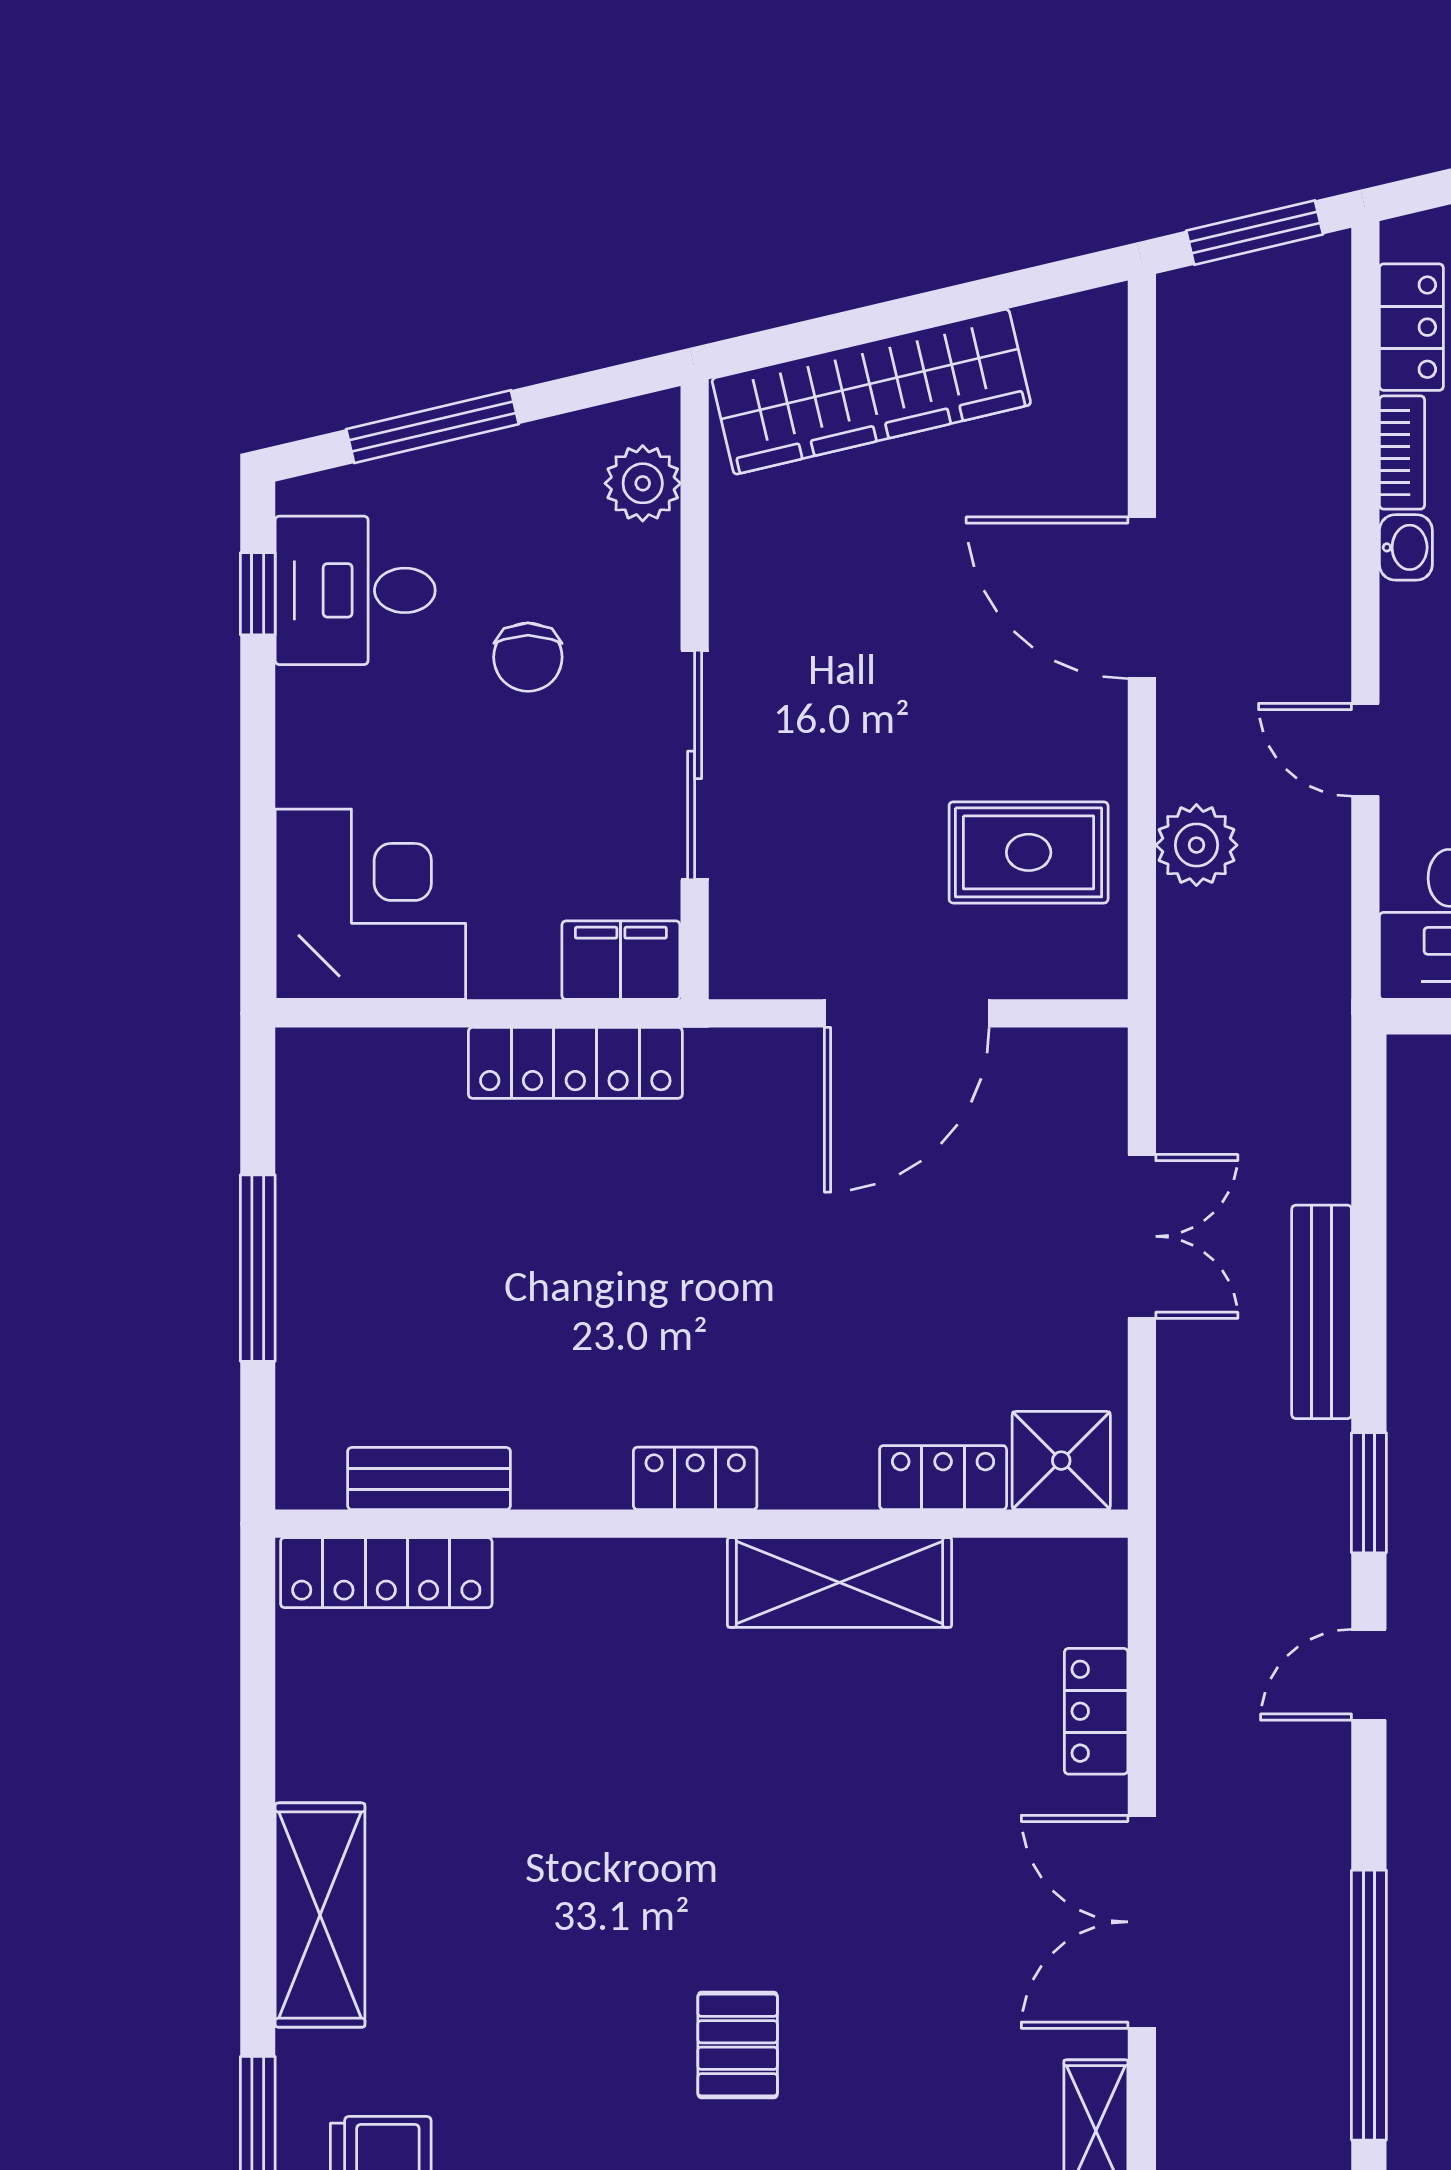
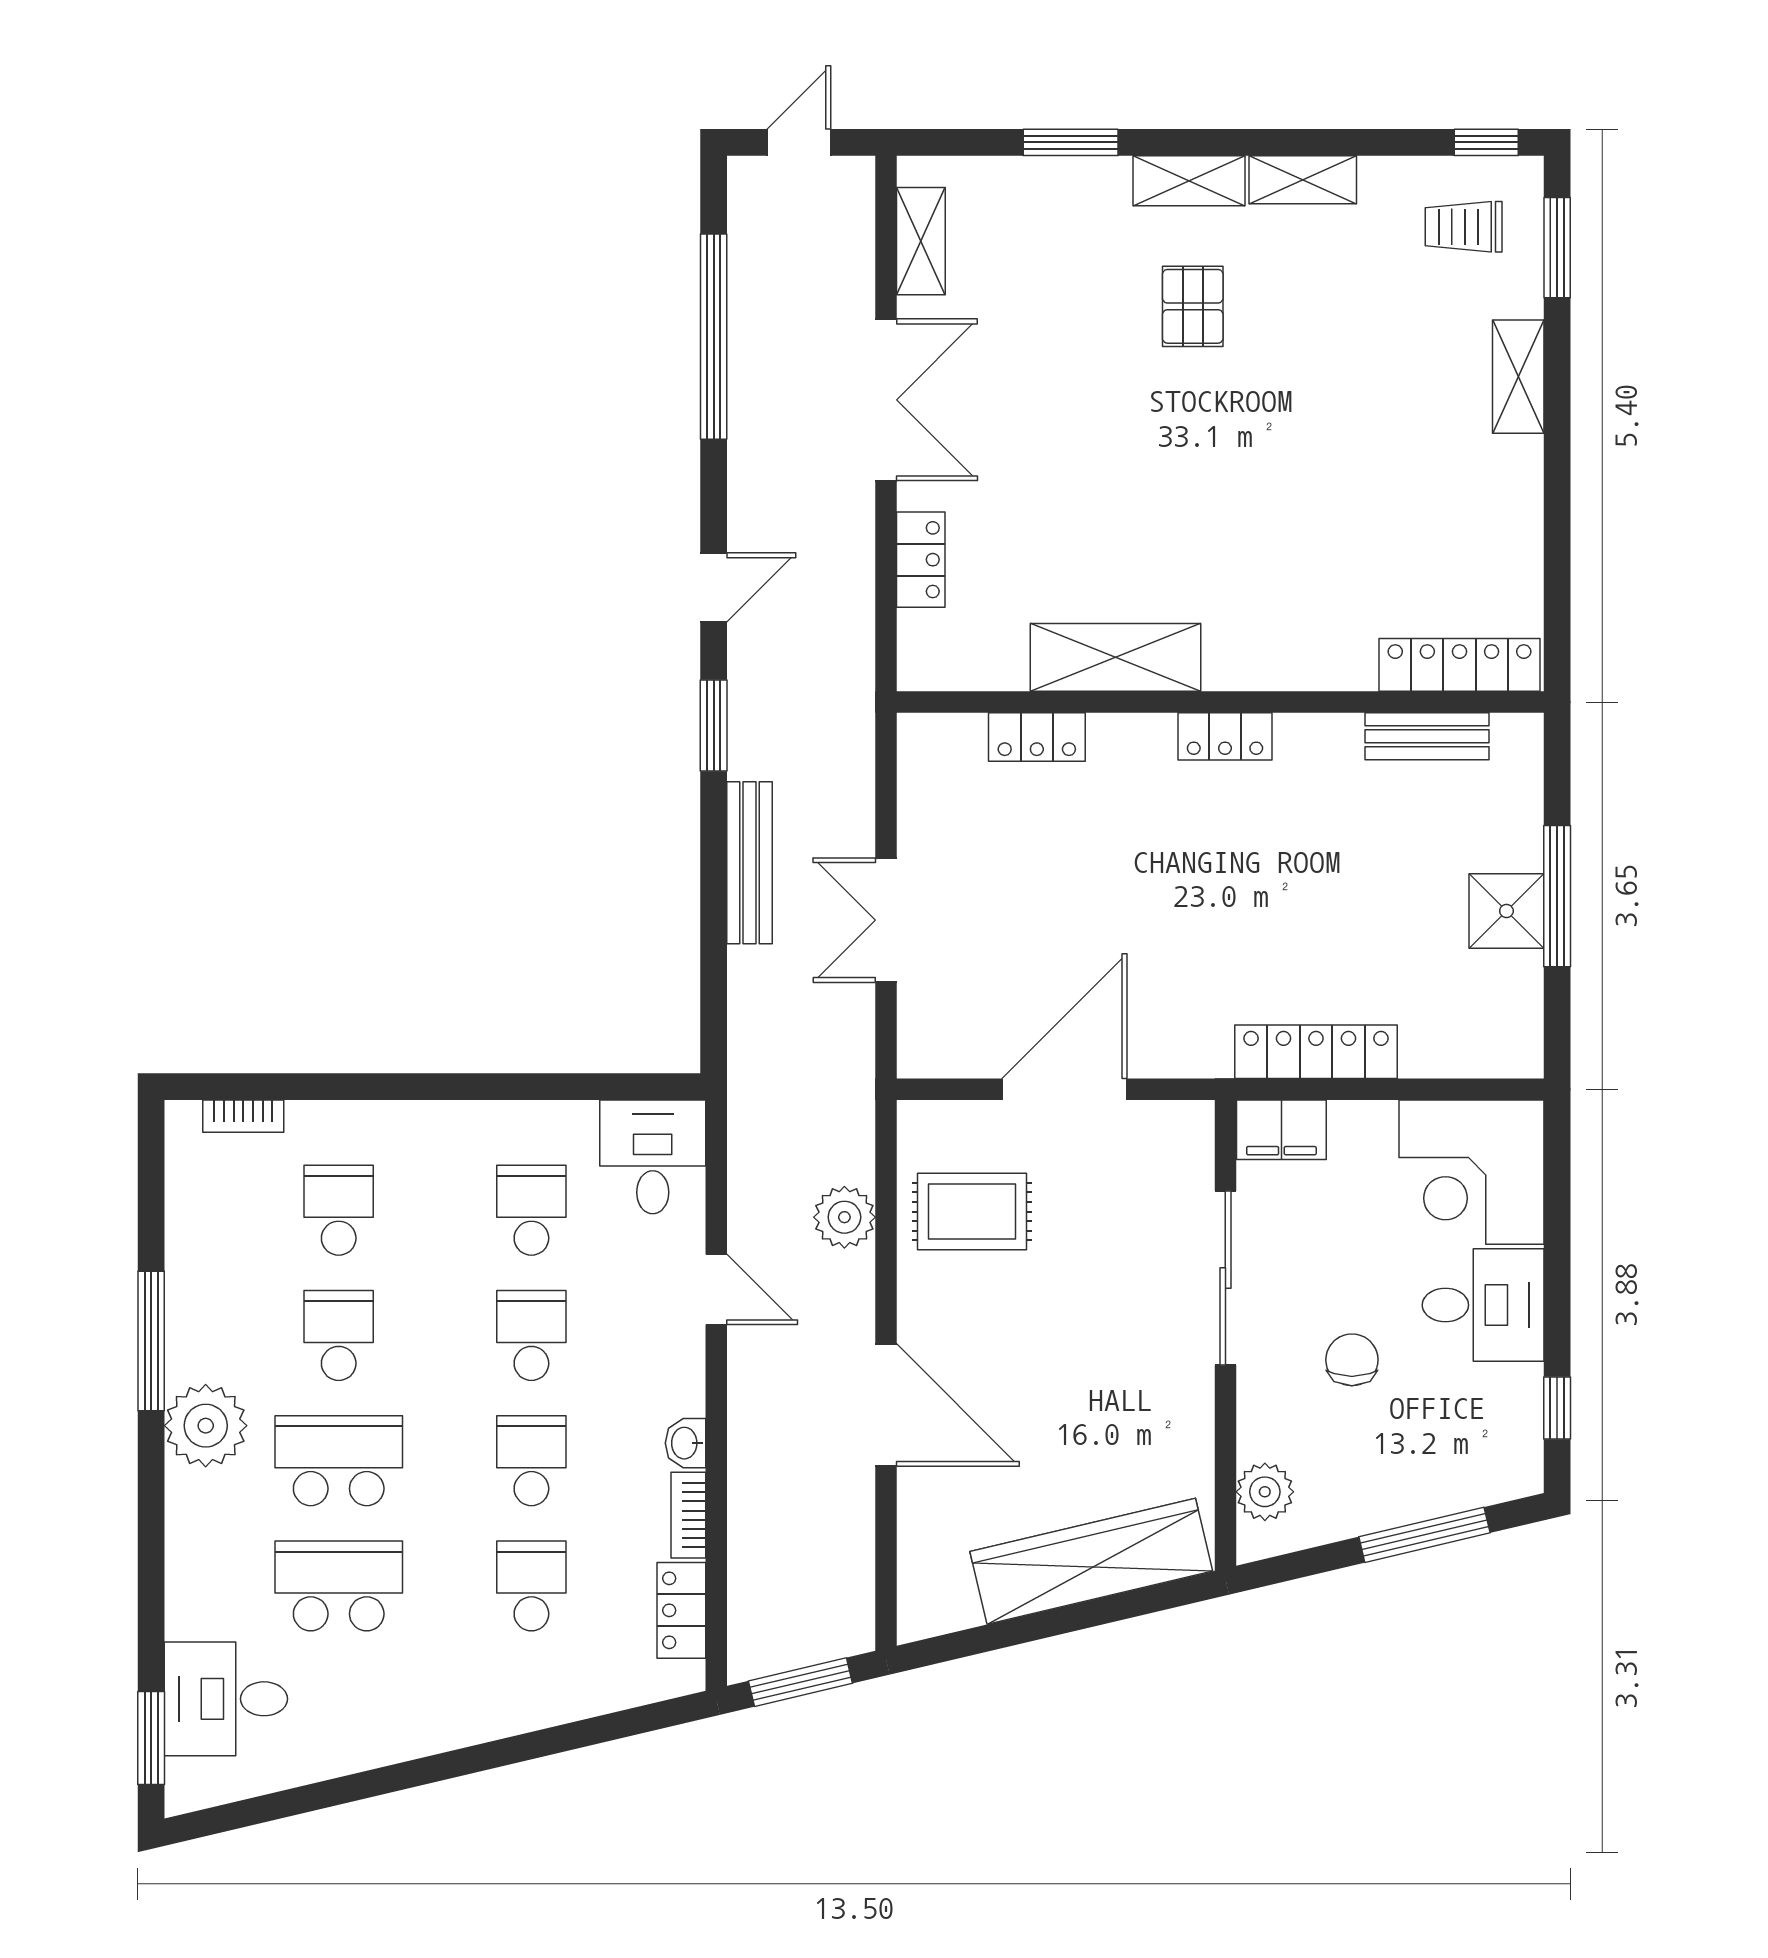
desk: (355, 590) -> (1483, 1305), moved
shower: (1061, 1461) -> (1506, 911), moved
shelving: (320, 1915) -> (1518, 377), width x0.67, depth x0.75

